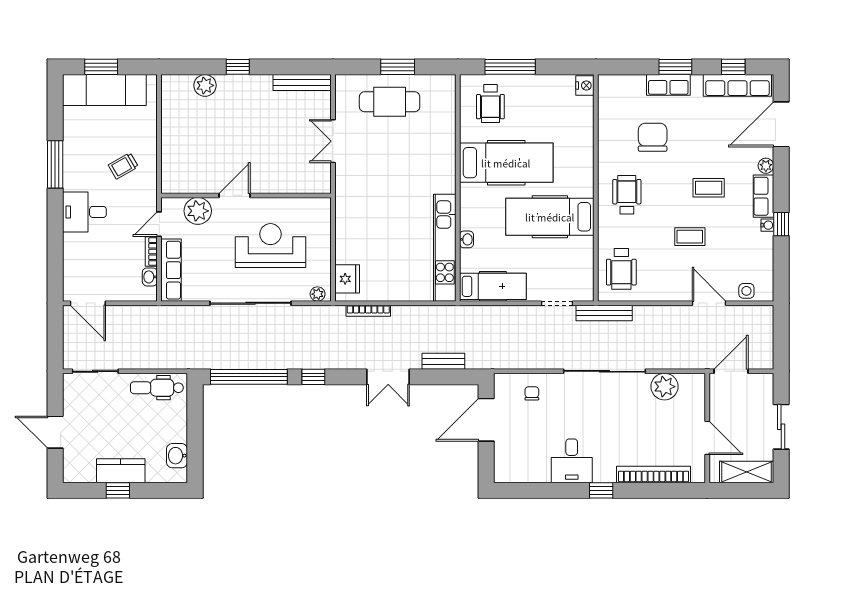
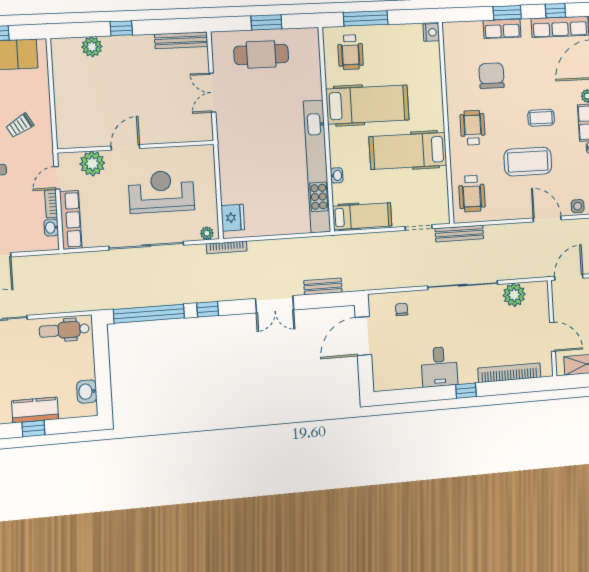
coffee table: (690, 237) -> (528, 161), width x1.86, depth x1.72
kitchen unit: (445, 248) -> (317, 166), width x1.36
bookcase: (368, 311) -> (227, 247), moved

